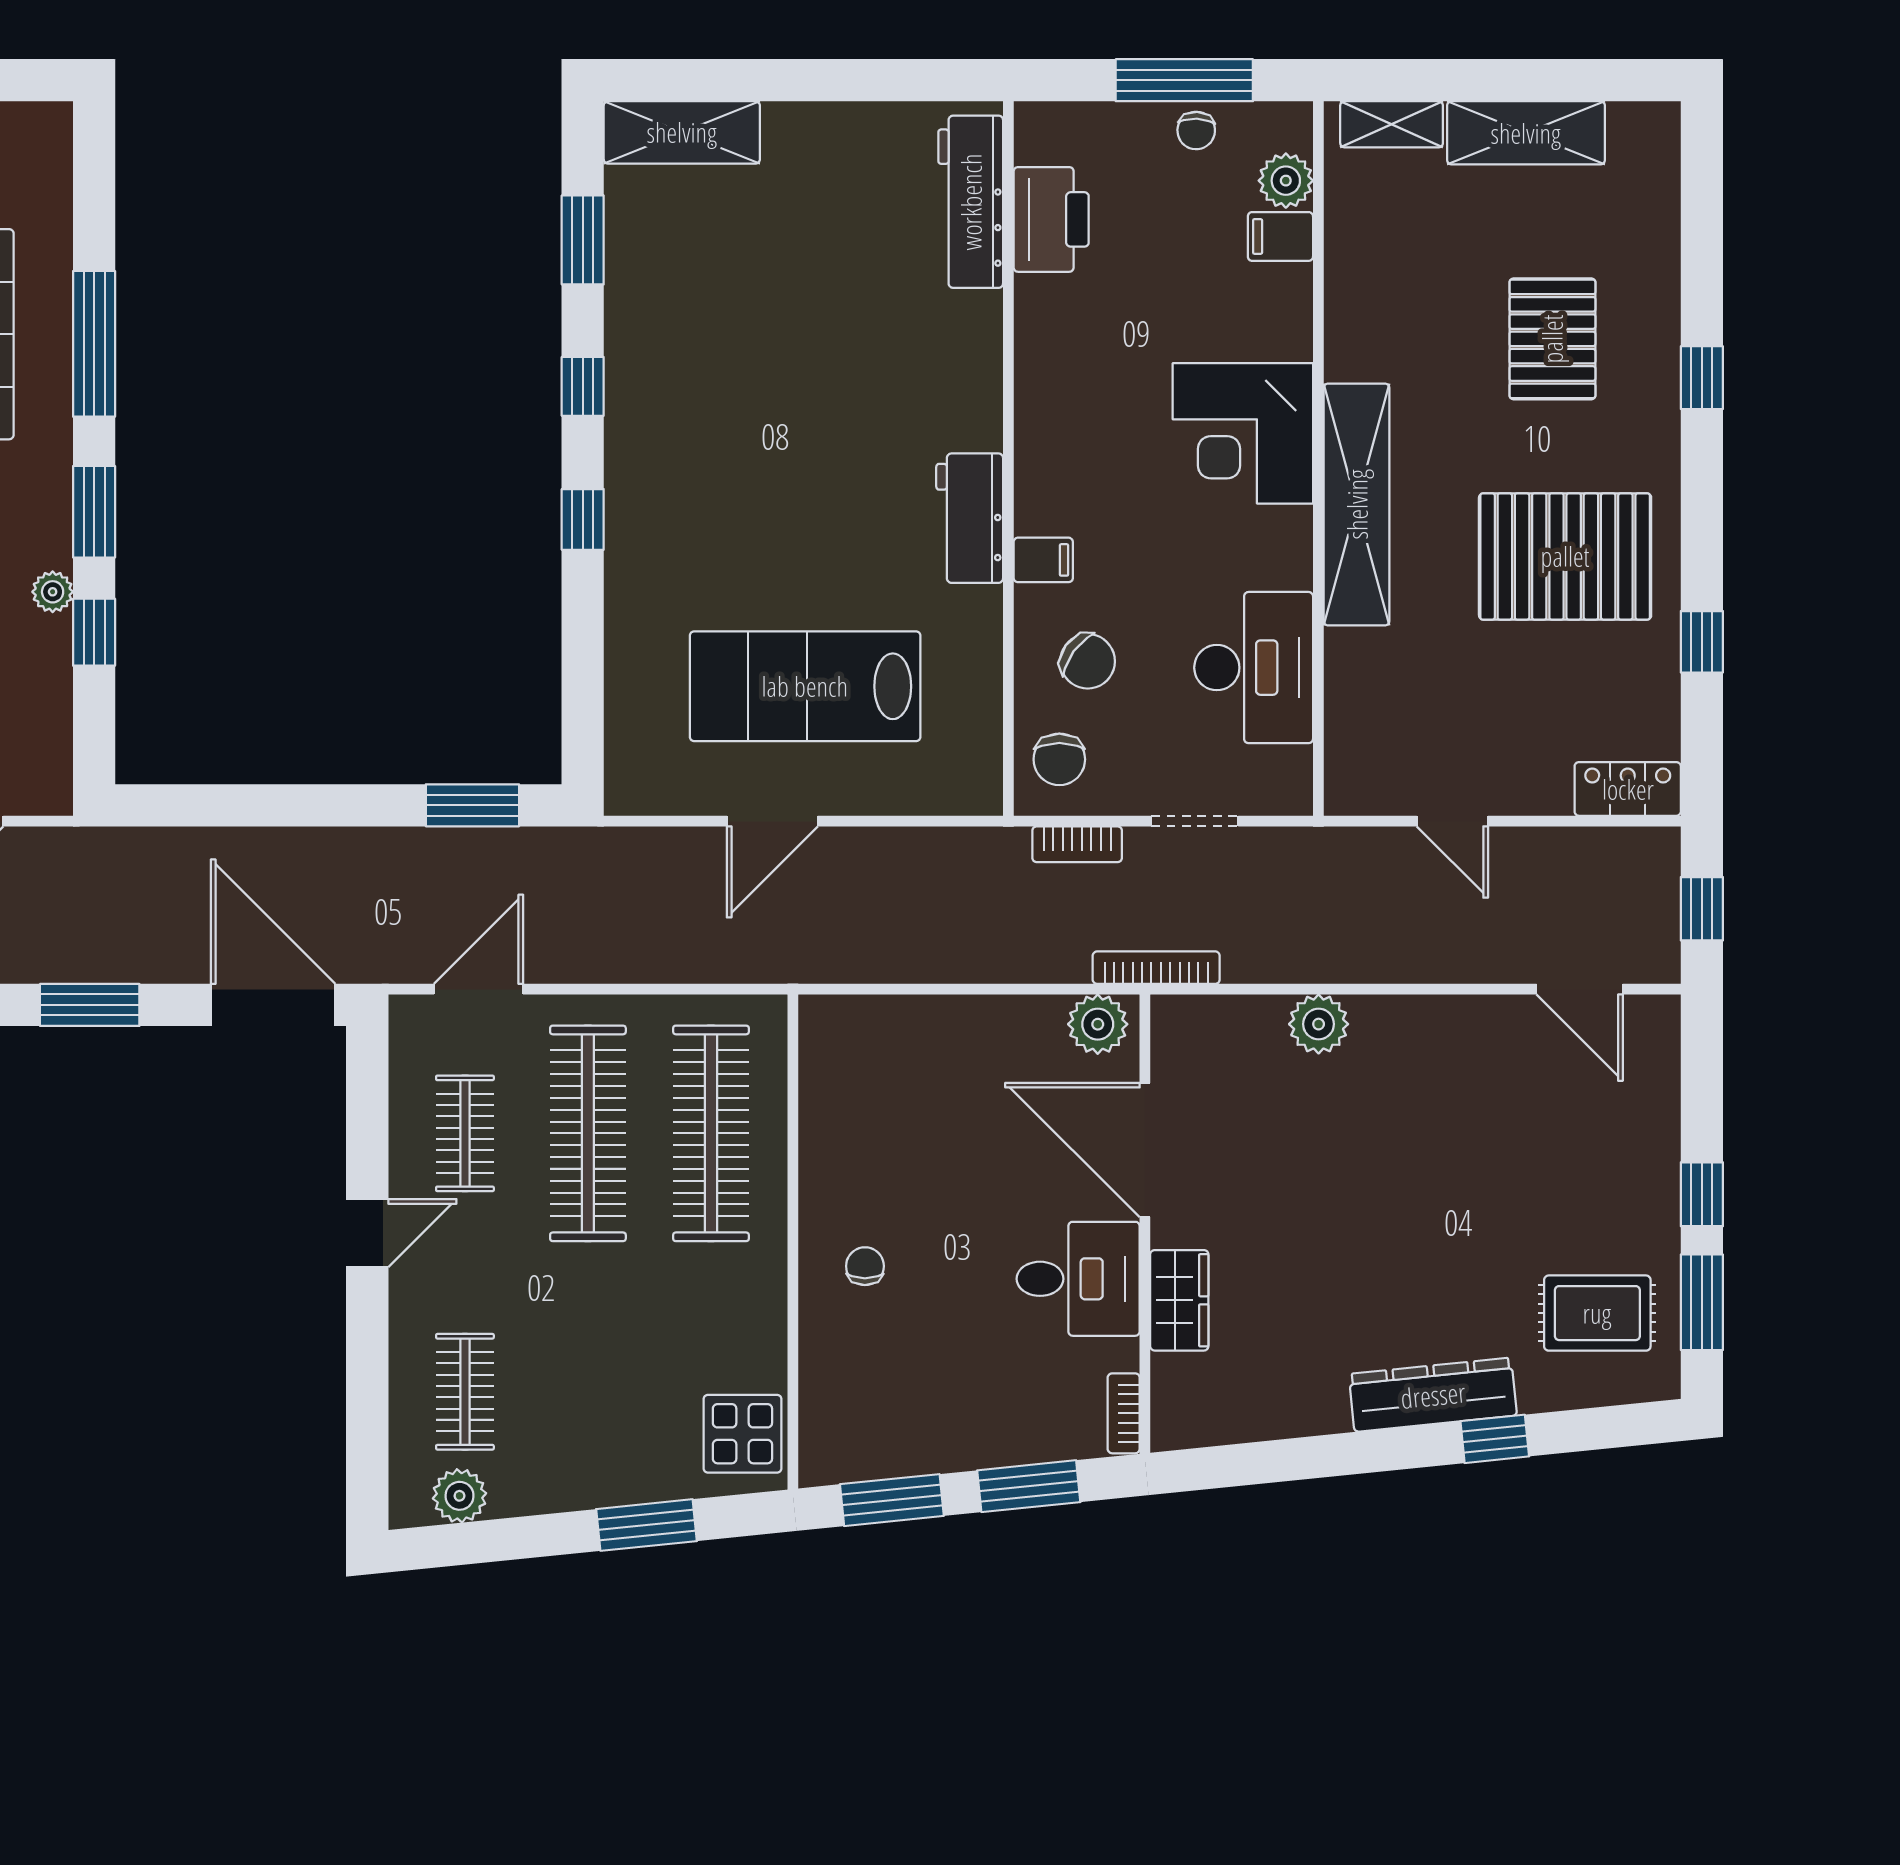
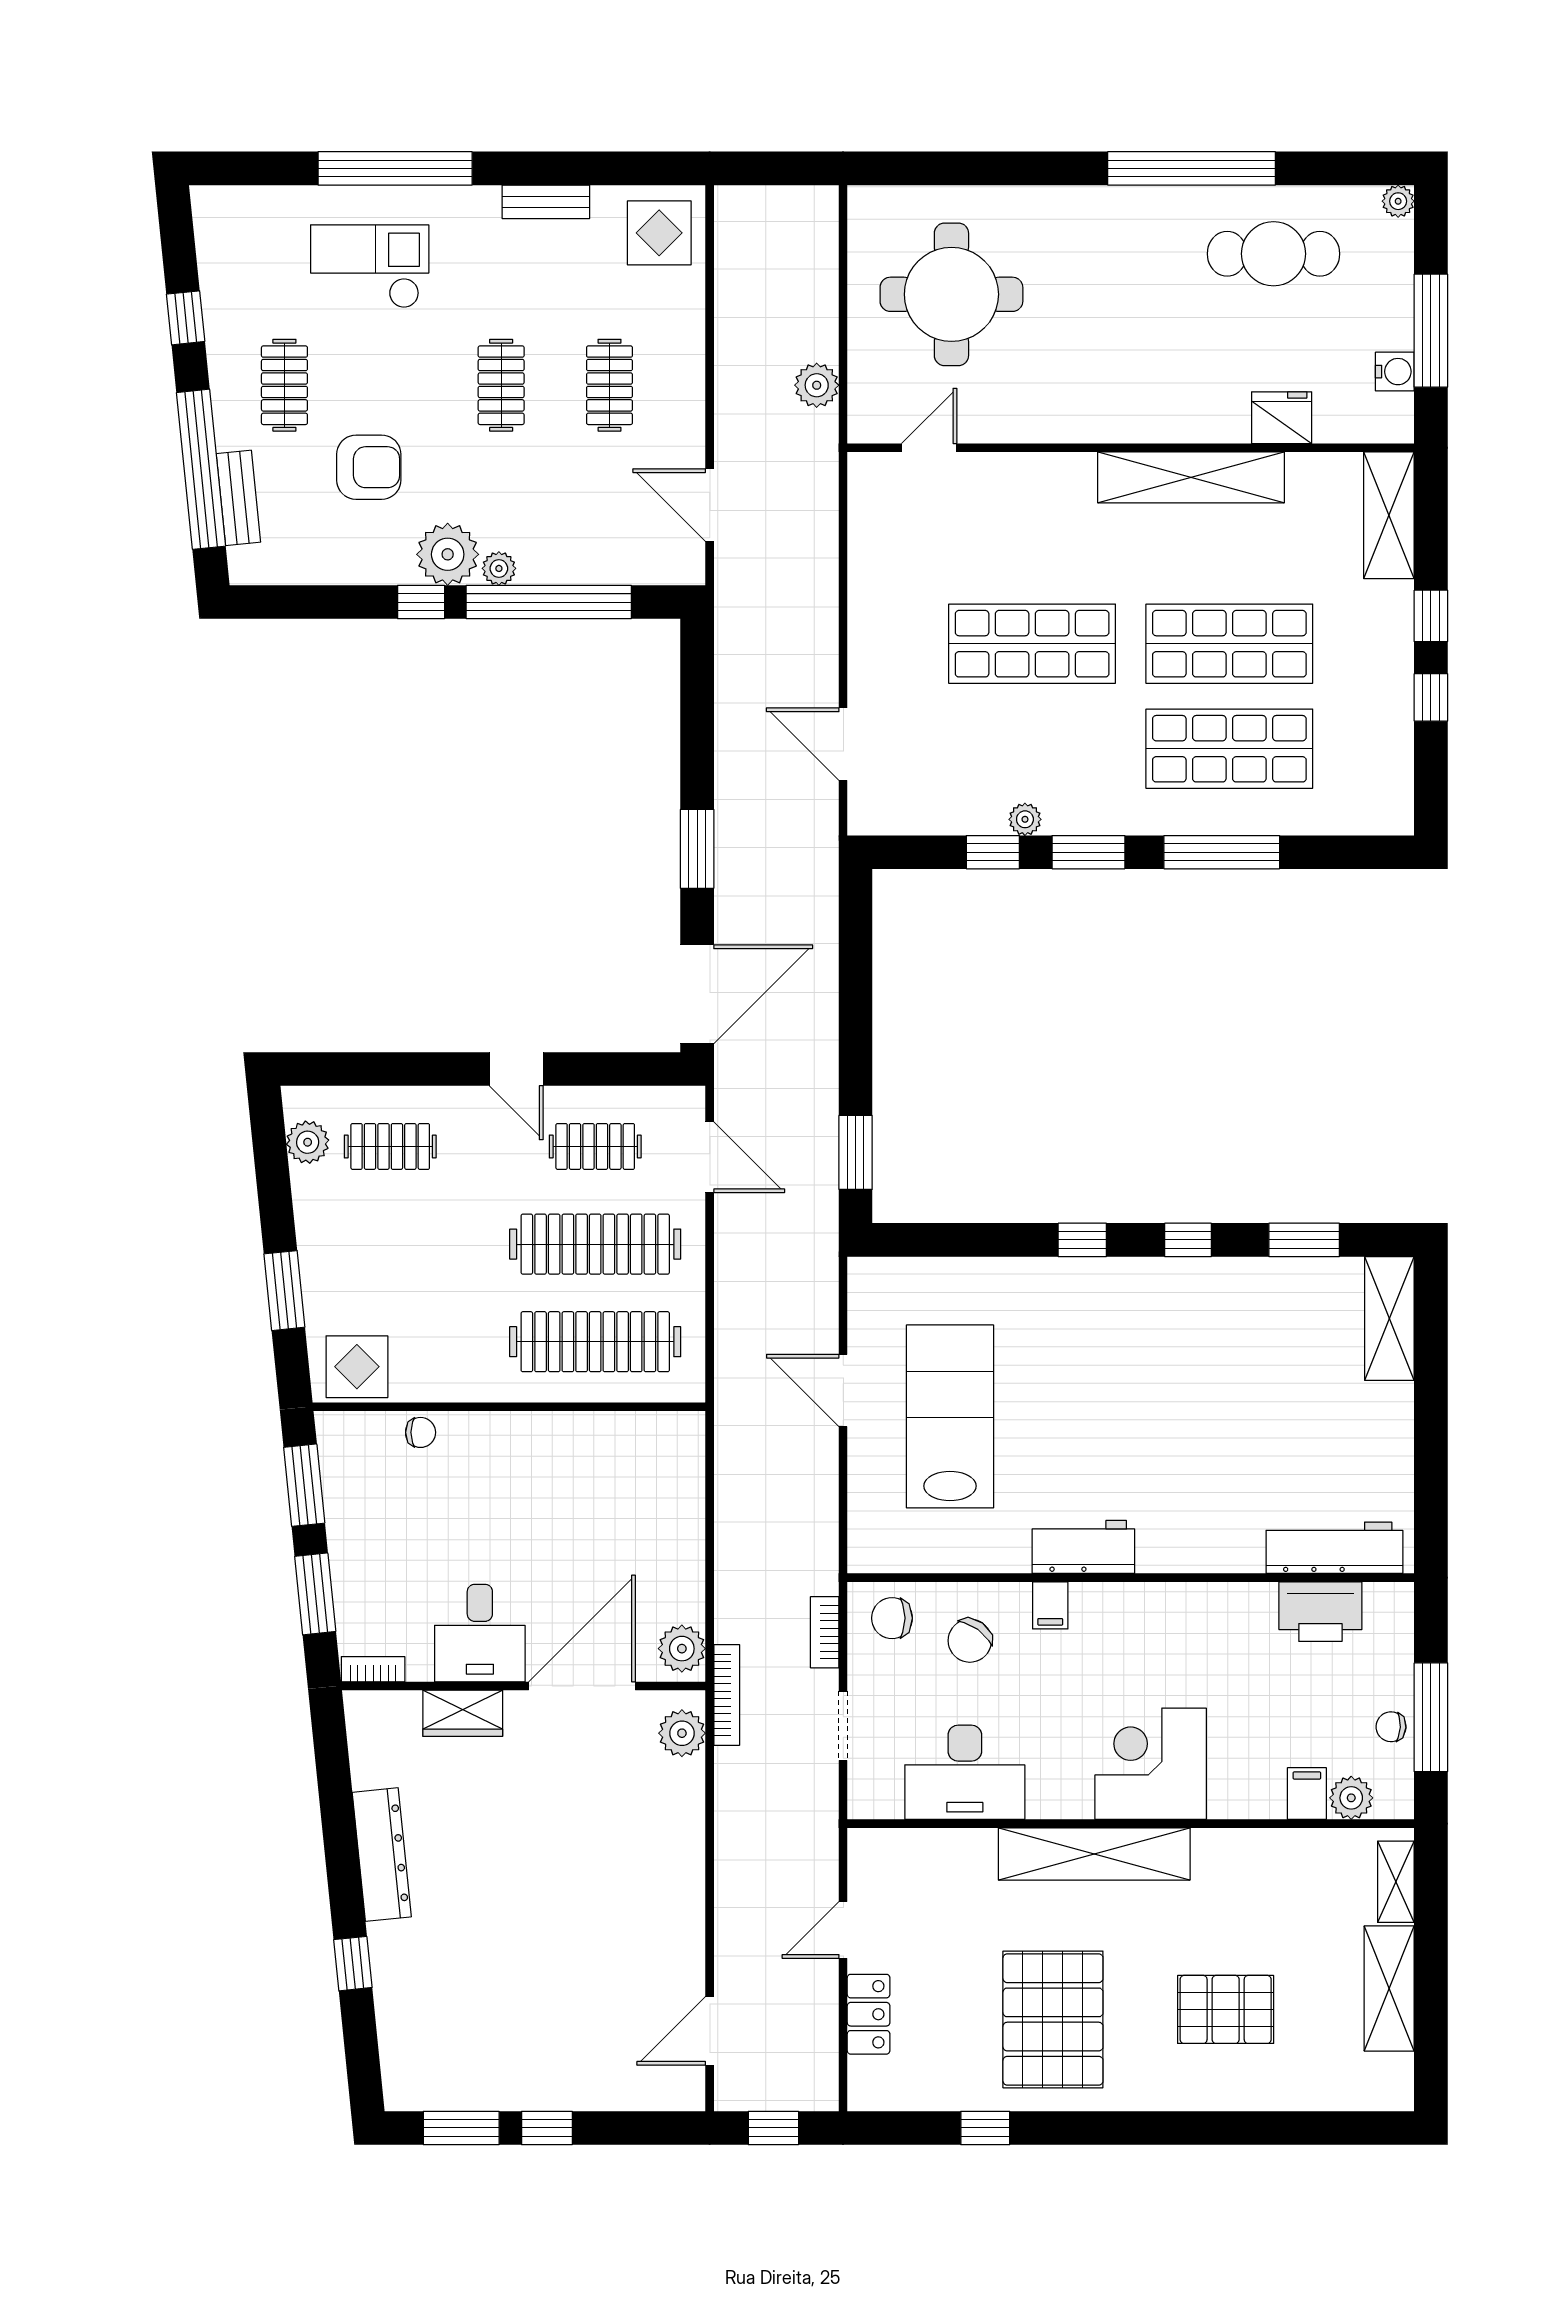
window: (1702, 378) -> (1195, 2128), removed
locker: (1628, 789) -> (869, 2014), moved
plant: (1319, 1024) -> (682, 1733), moved
chair: (865, 1266) -> (421, 1432), moved
rug: (1597, 1313) -> (453, 2045), removed
dresser: (1433, 1395) -> (382, 1855), moved

